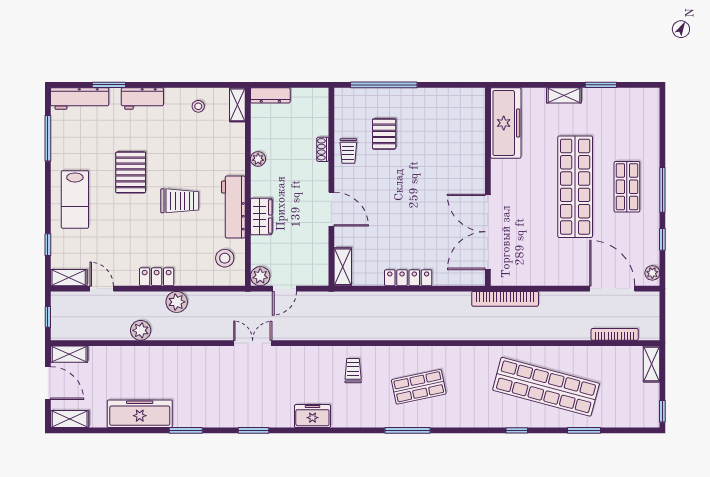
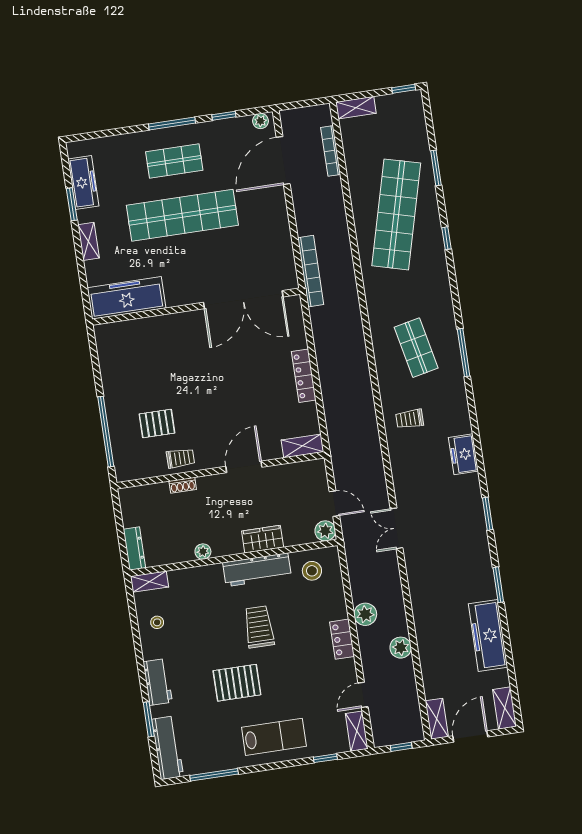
freezer: (620, 99) -> (83, 182), added

